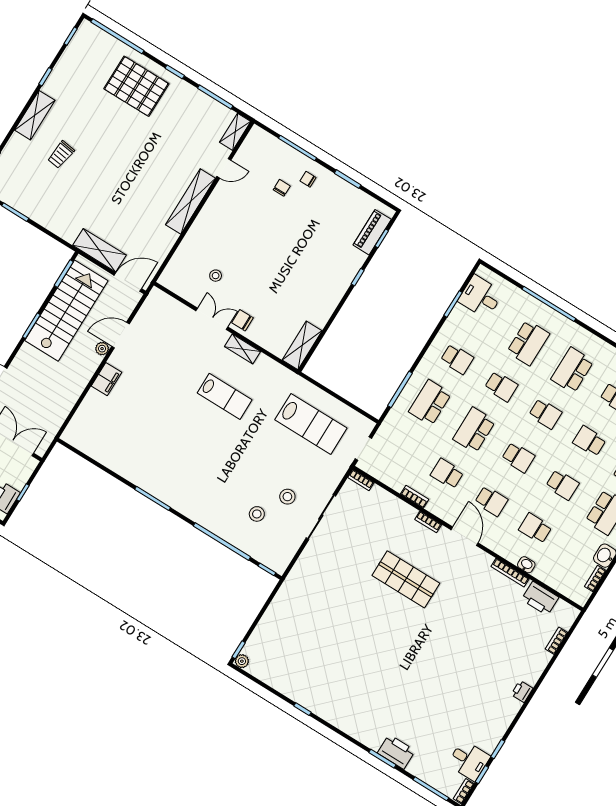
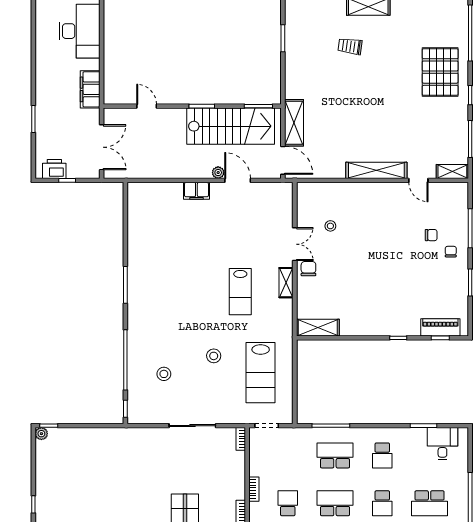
stool: (287, 497) -> (214, 356), moved

